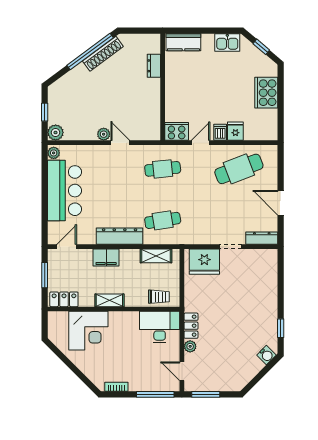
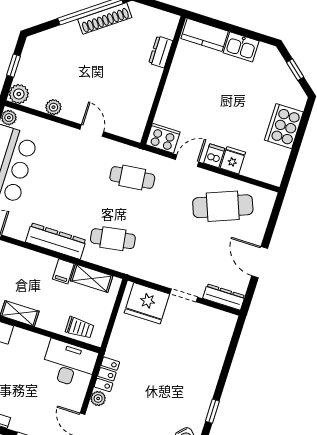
kitchen sink: (227, 42) -> (241, 47), moved
plant: (104, 134) -> (53, 107), moved
filing cabinet: (106, 257) -> (63, 271), moved, width x0.50

